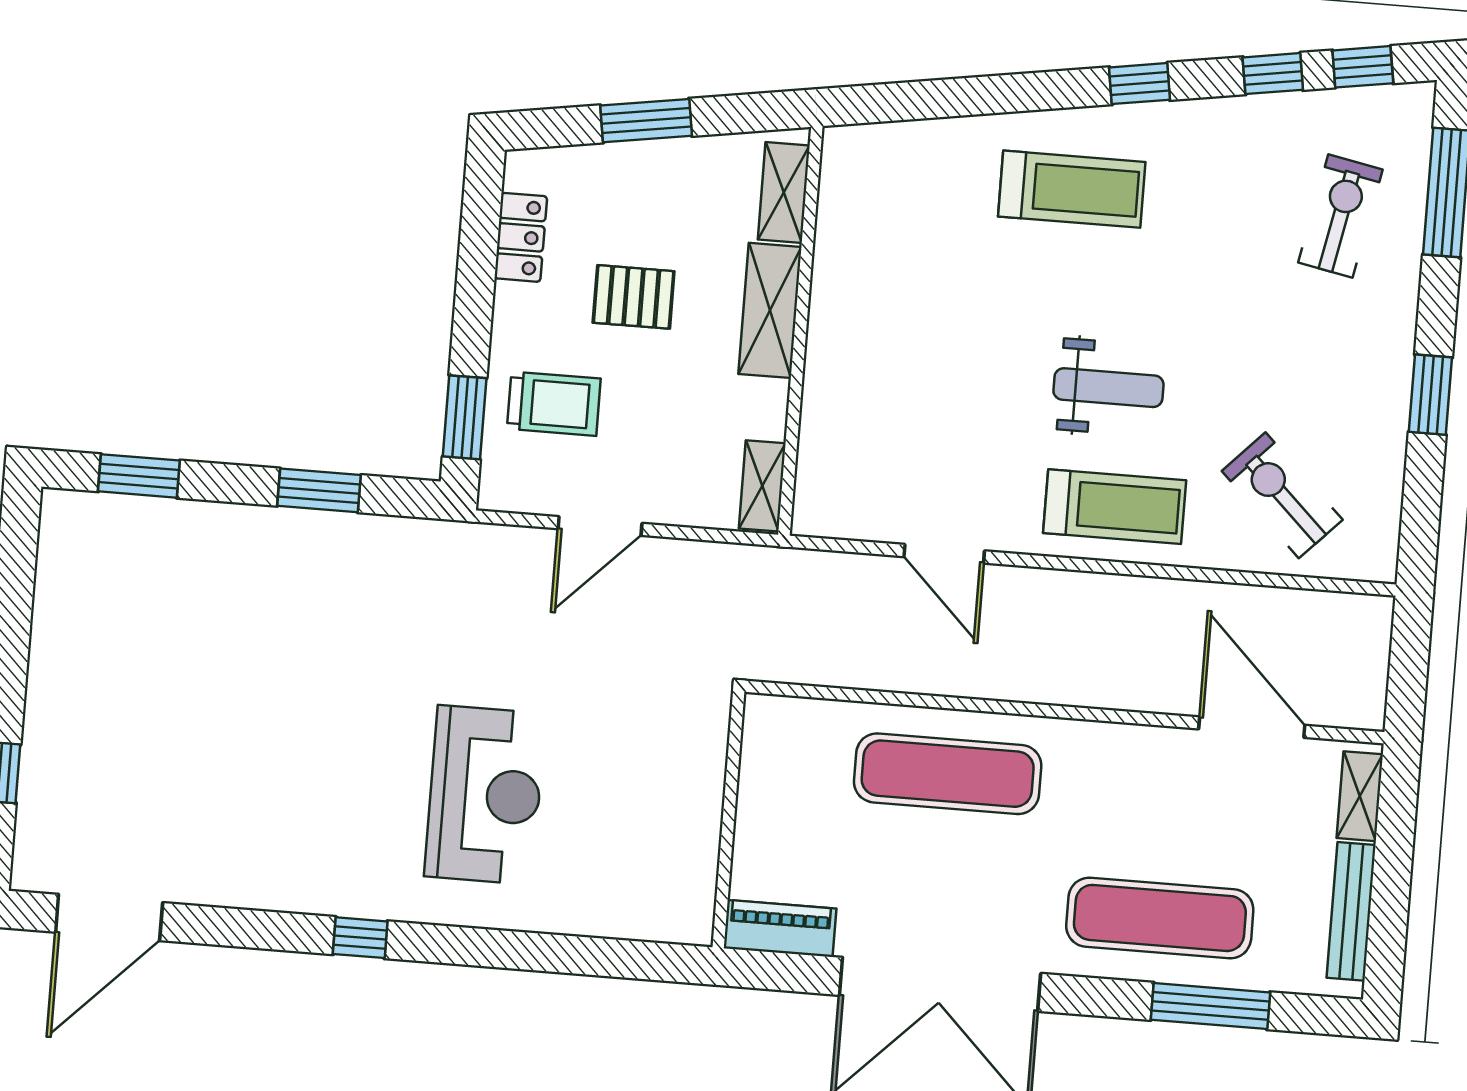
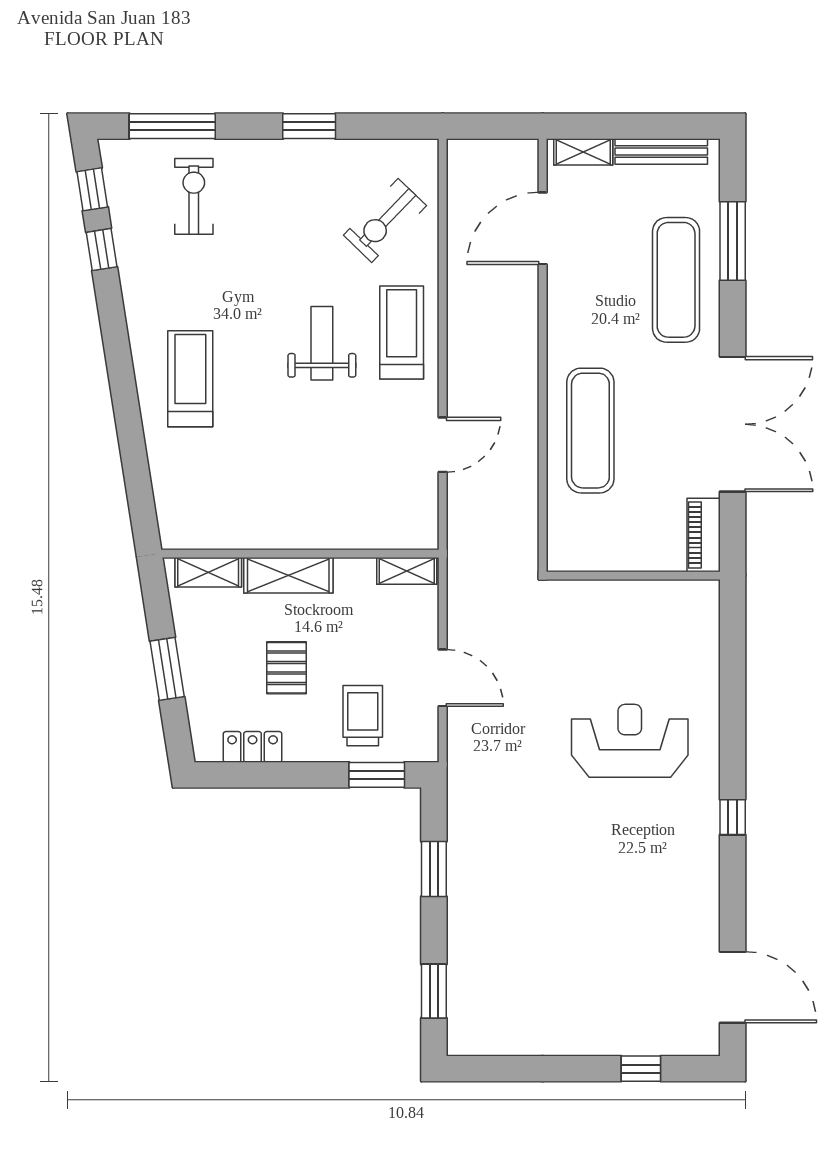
window: (1140, 84) -> (116, 339), removed
exercise bike: (1340, 216) -> (194, 196), turned 79

